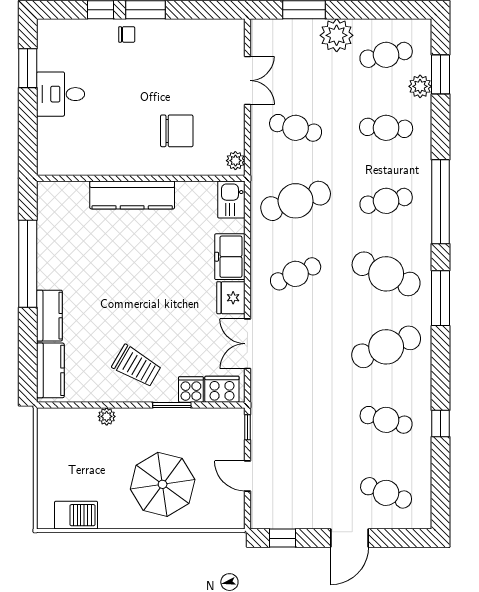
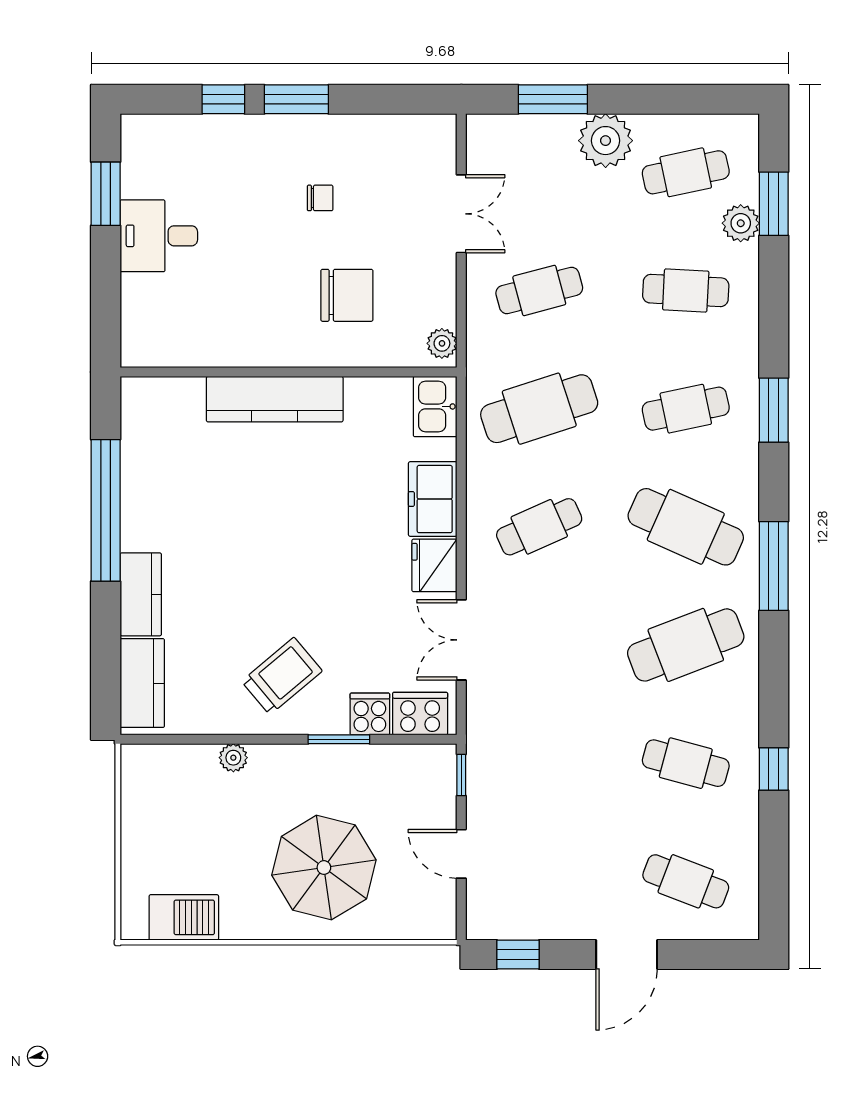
chair: (127, 34) -> (320, 198), moved
cafe table: (296, 128) -> (539, 290), turned -30
window: (440, 202) -> (774, 410), width x0.47
trolley: (137, 366) -> (282, 676), turned -70

